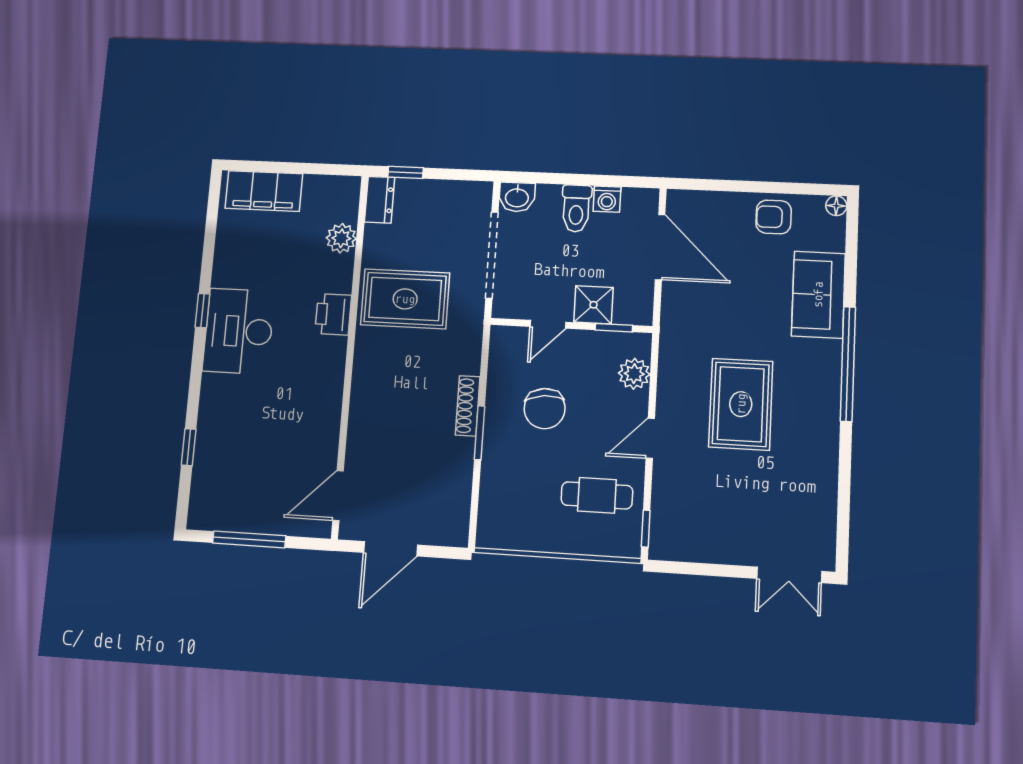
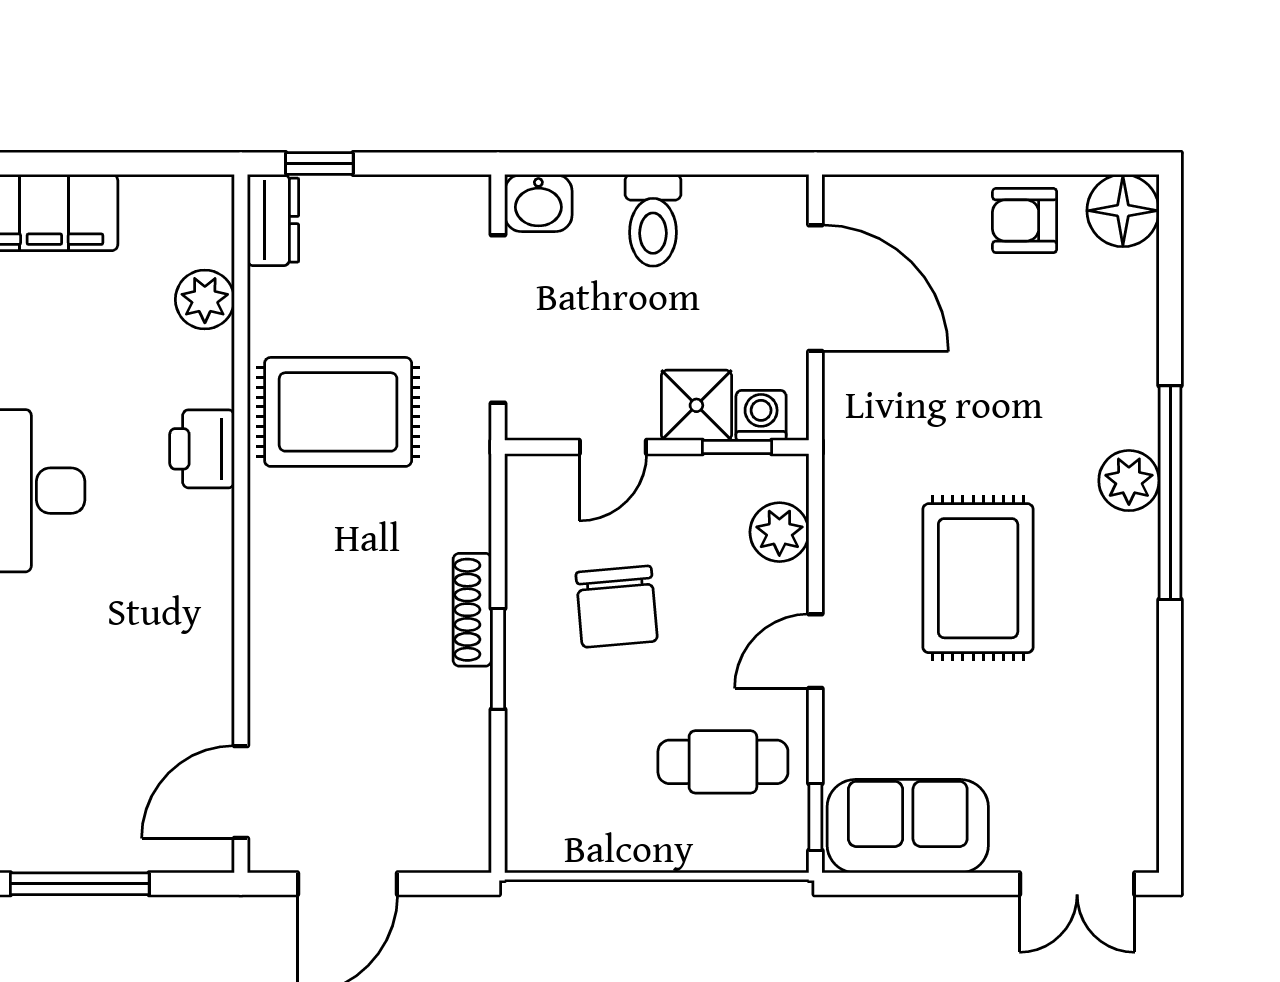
washing machine: (607, 199) -> (761, 415), moved, turned 180
floor lamp: (836, 206) -> (1123, 211), width x1.89, depth x1.89
sofa: (818, 295) -> (908, 826), moved, turned 90
plant: (825, 356) -> (1129, 481), added

